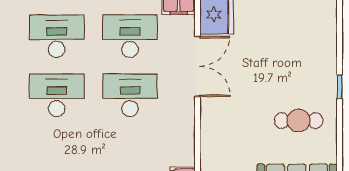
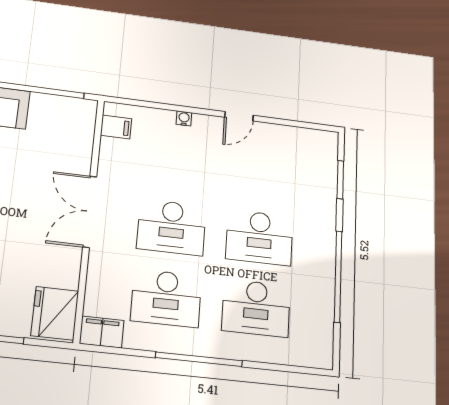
double door: (197, 66) -> (90, 212), moved

